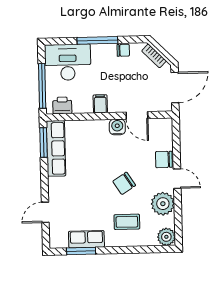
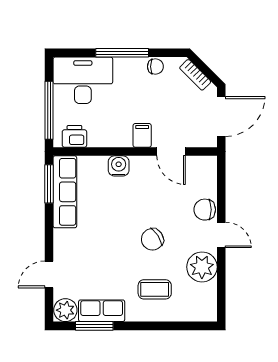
filing cabinet: (100, 104) -> (142, 135), moved
water cooler: (117, 127) -> (119, 166), moved
plant: (166, 237) -> (65, 310), moved

